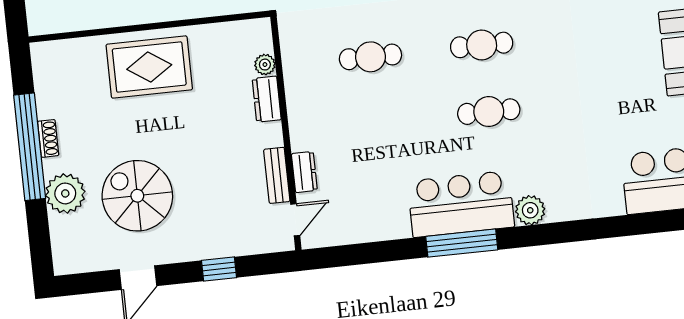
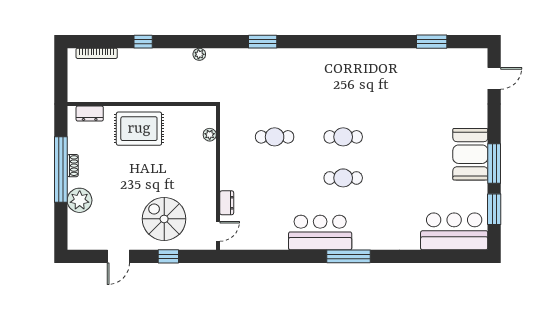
dresser: (267, 99) -> (90, 114), moved, turned -90
bench: (277, 175) -> (210, 203), removed
spiral stairs: (137, 196) -> (164, 219), moved
plant: (530, 210) -> (362, 241), removed
window: (462, 243) -> (349, 256), moved

